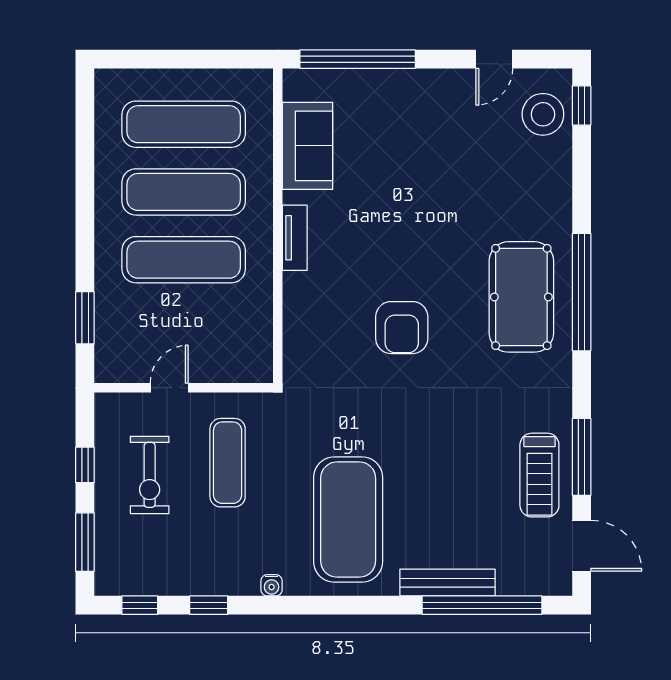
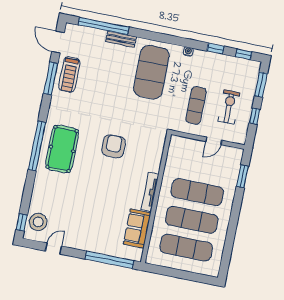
tv unit: (295, 238) -> (150, 192), width x1.41
treadmill: (539, 475) -> (69, 75), turned 180
bench: (447, 583) -> (121, 39), width x0.73

